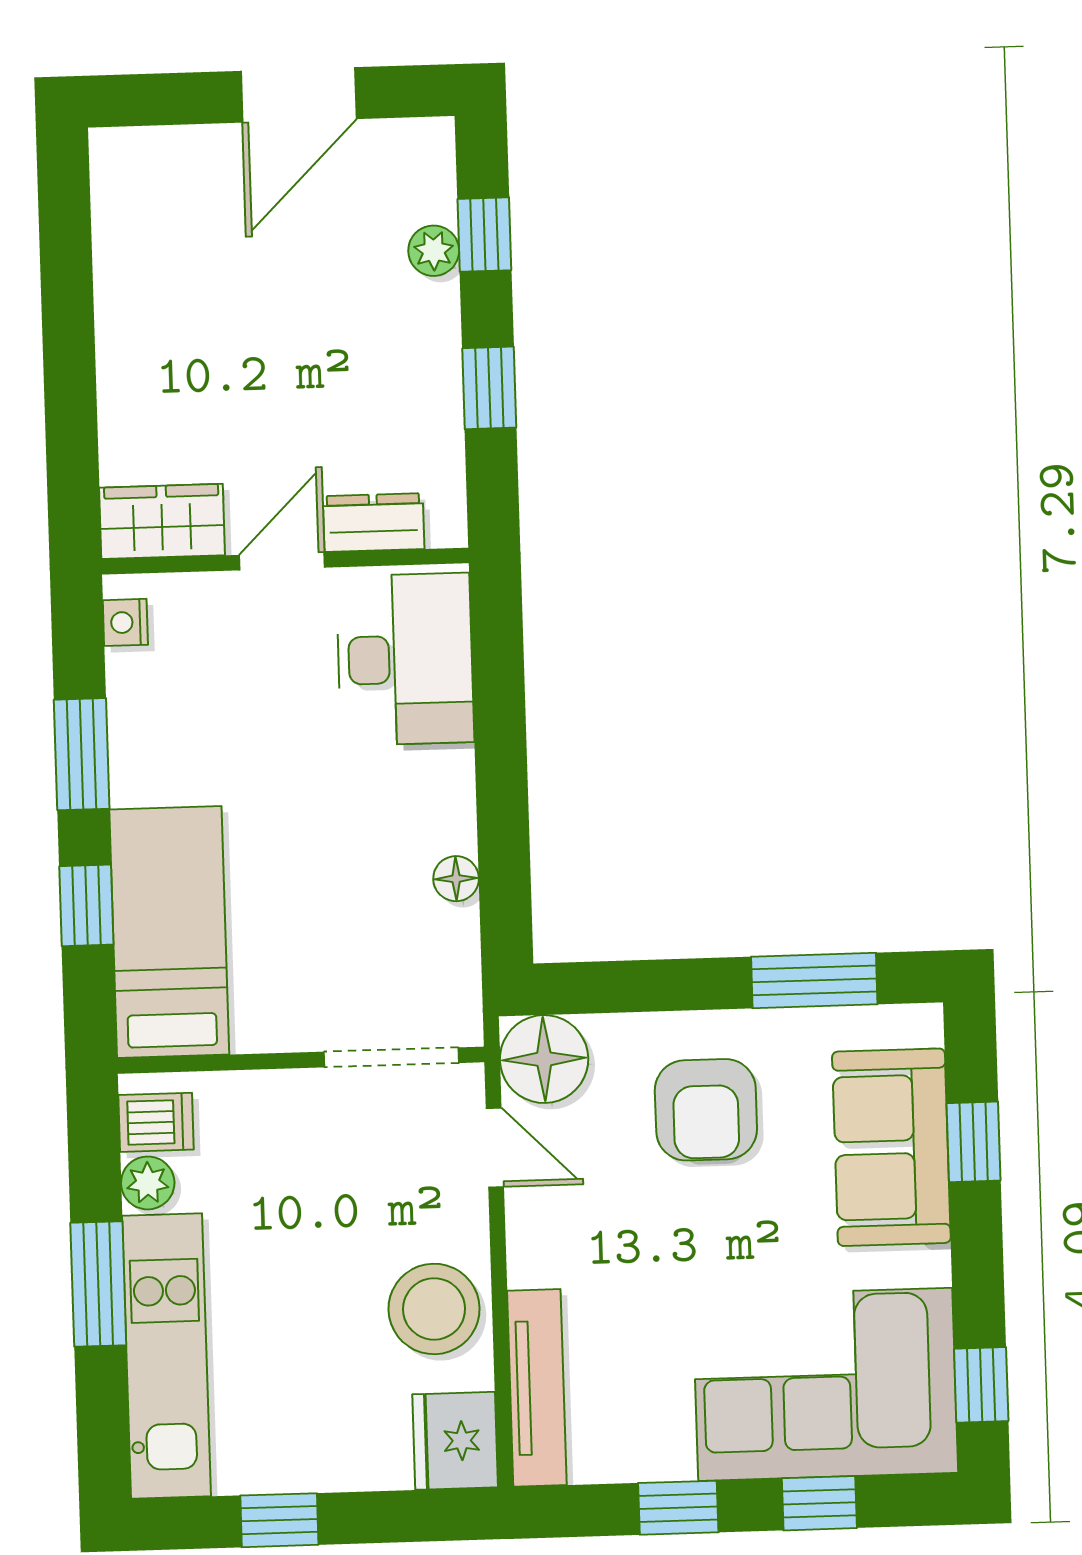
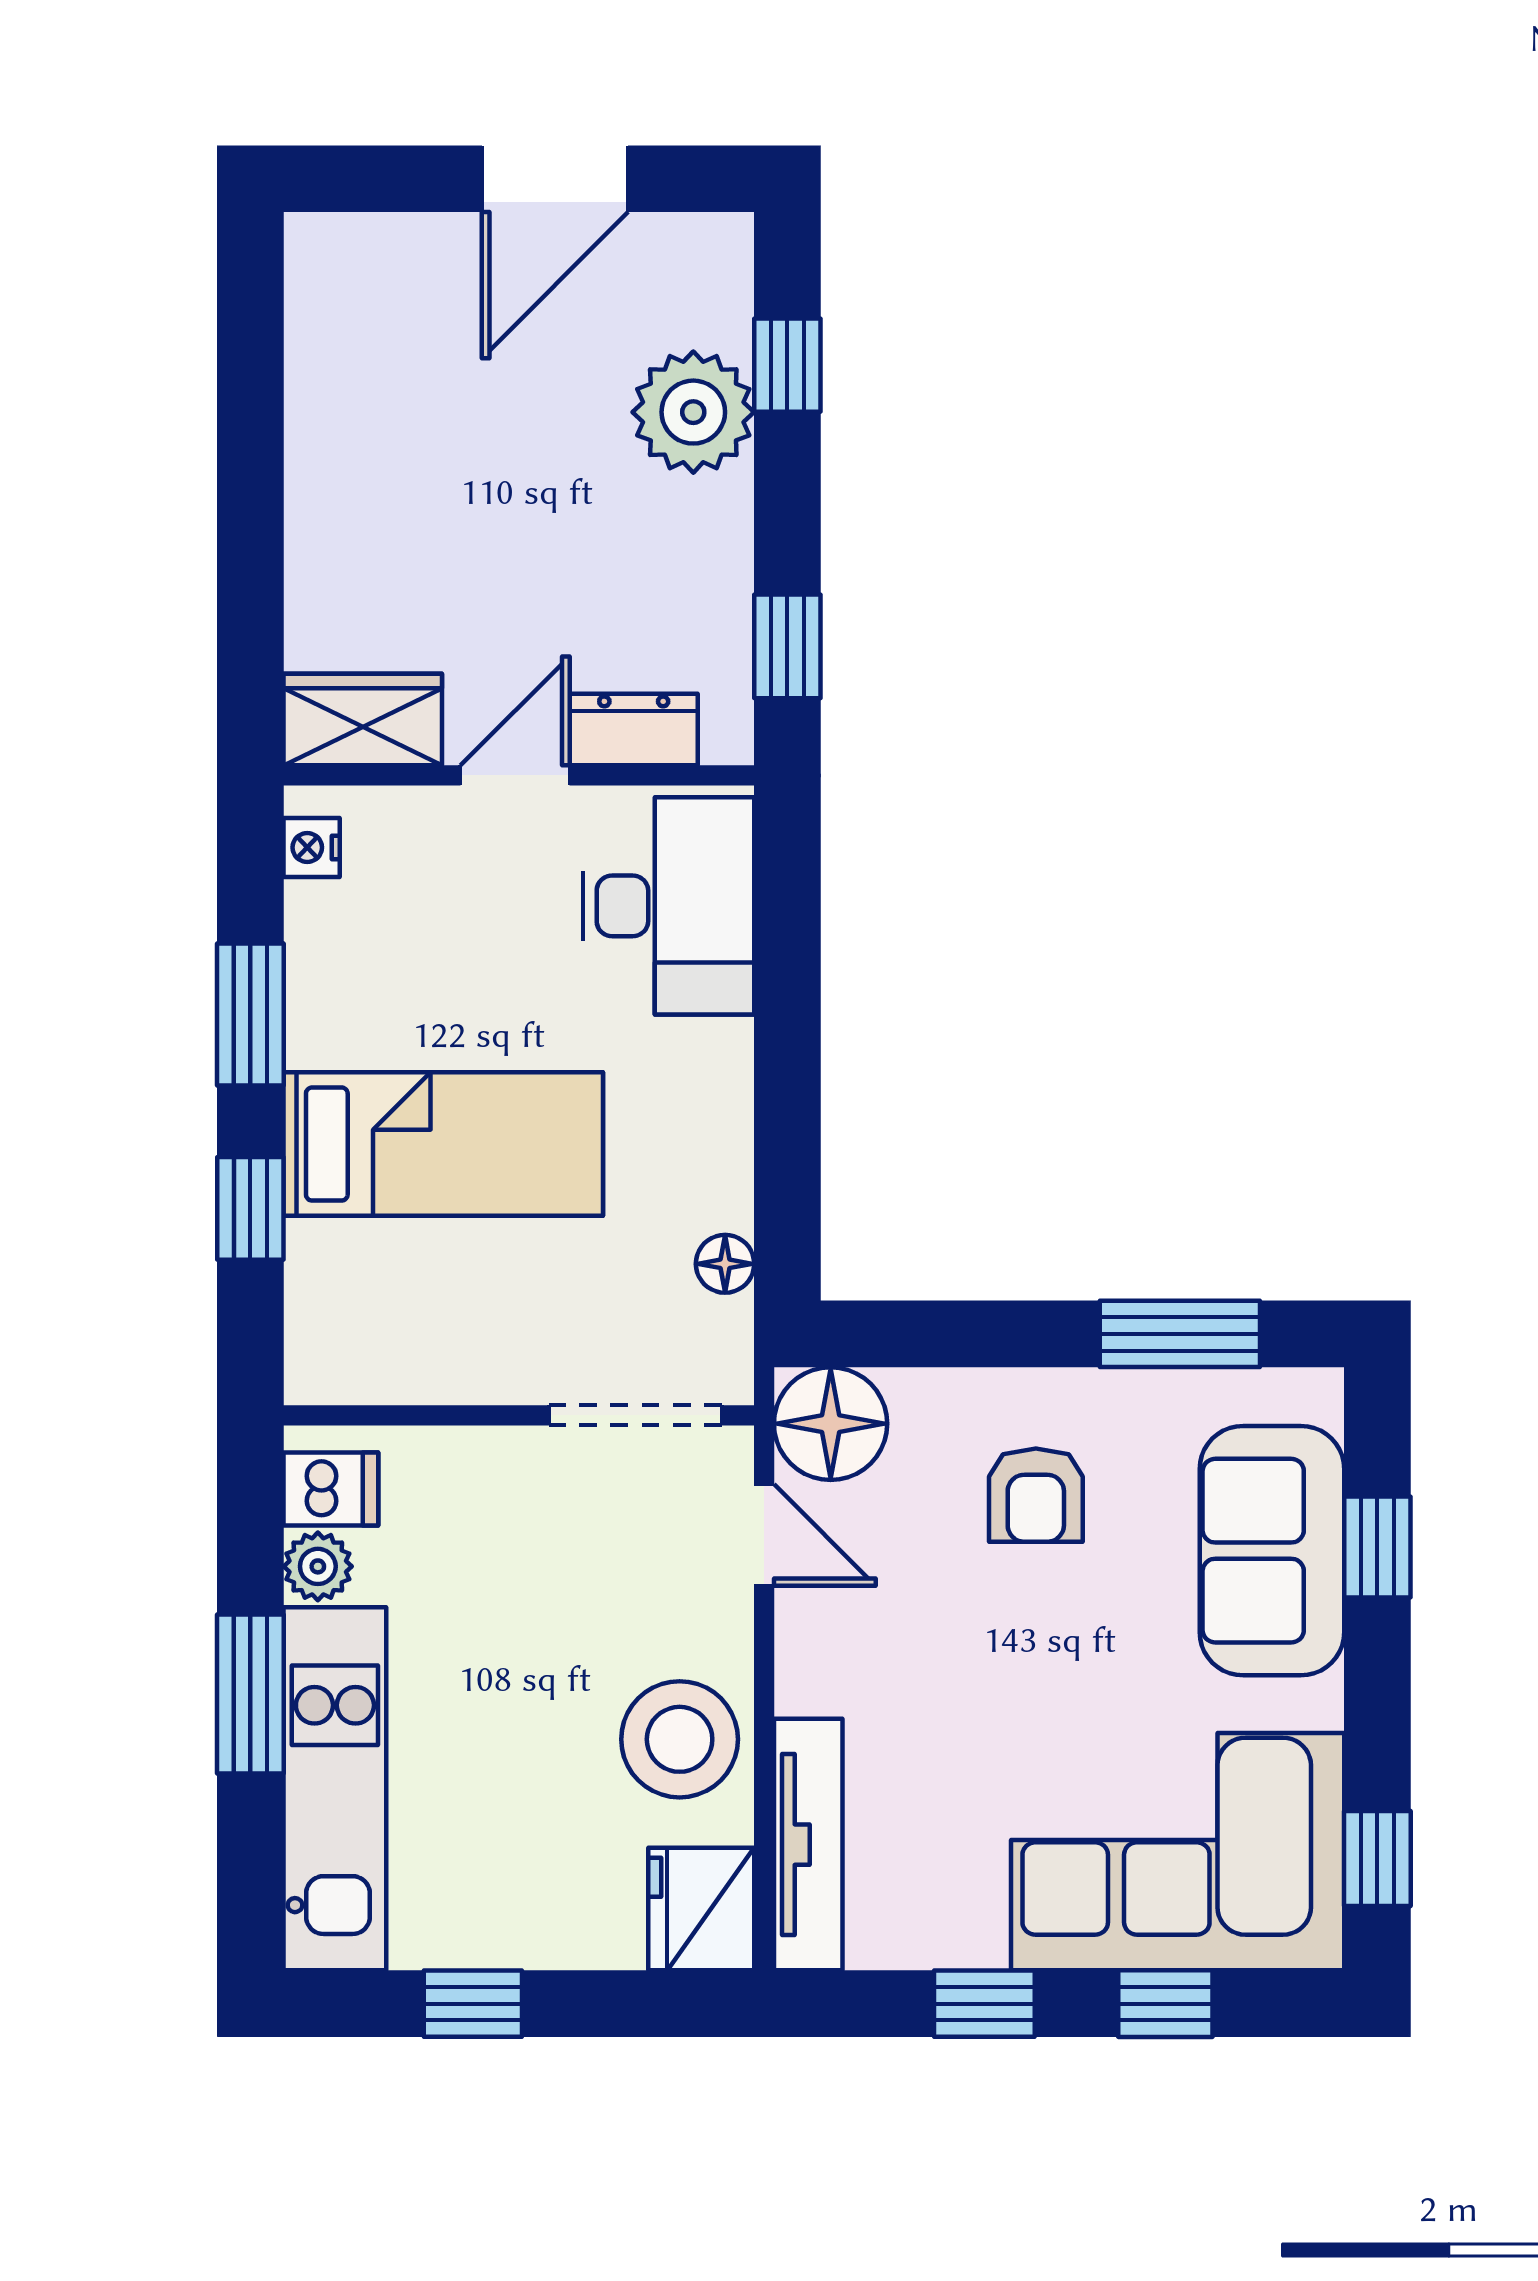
plant: (434, 251) -> (693, 412), width x1.88, depth x1.88
window: (489, 388) -> (787, 646), moved
floor lamp: (456, 879) -> (725, 1264), moved
bed: (169, 932) -> (443, 1144), moved, turned 90
armchair: (706, 1110) -> (1036, 1495), width x0.72, depth x0.72

